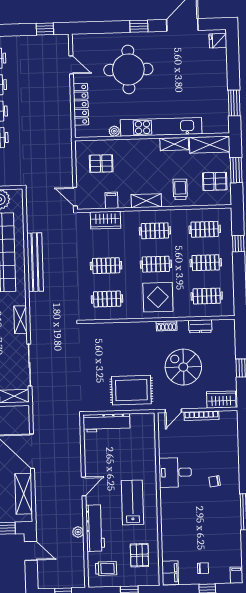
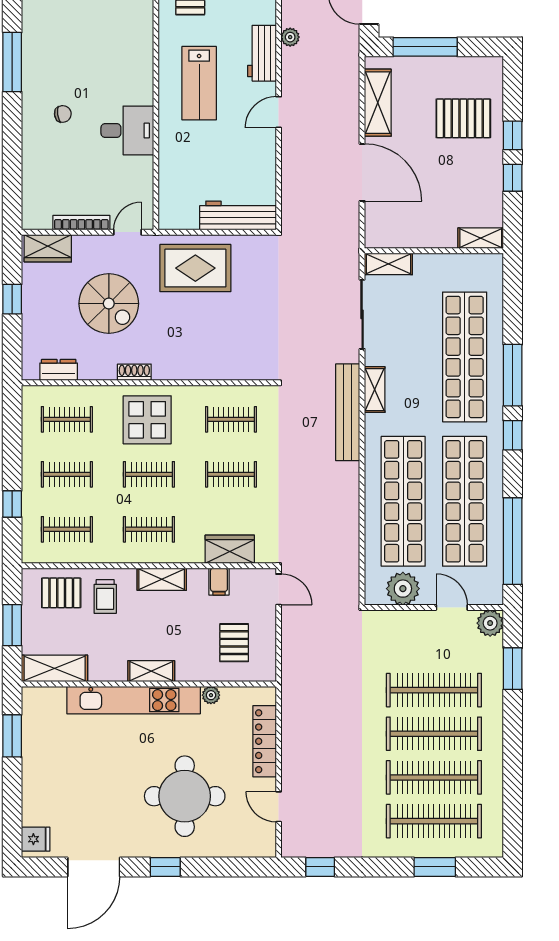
shelving: (174, 144) -> (151, 671), moved
pallet: (101, 164) -> (234, 643), turned 90
pallet: (215, 181) -> (61, 593), moved
bench: (35, 262) -> (348, 412), moved
dresser: (200, 326) -> (59, 370), moved
workbench: (95, 528) -> (262, 53), width x0.73

